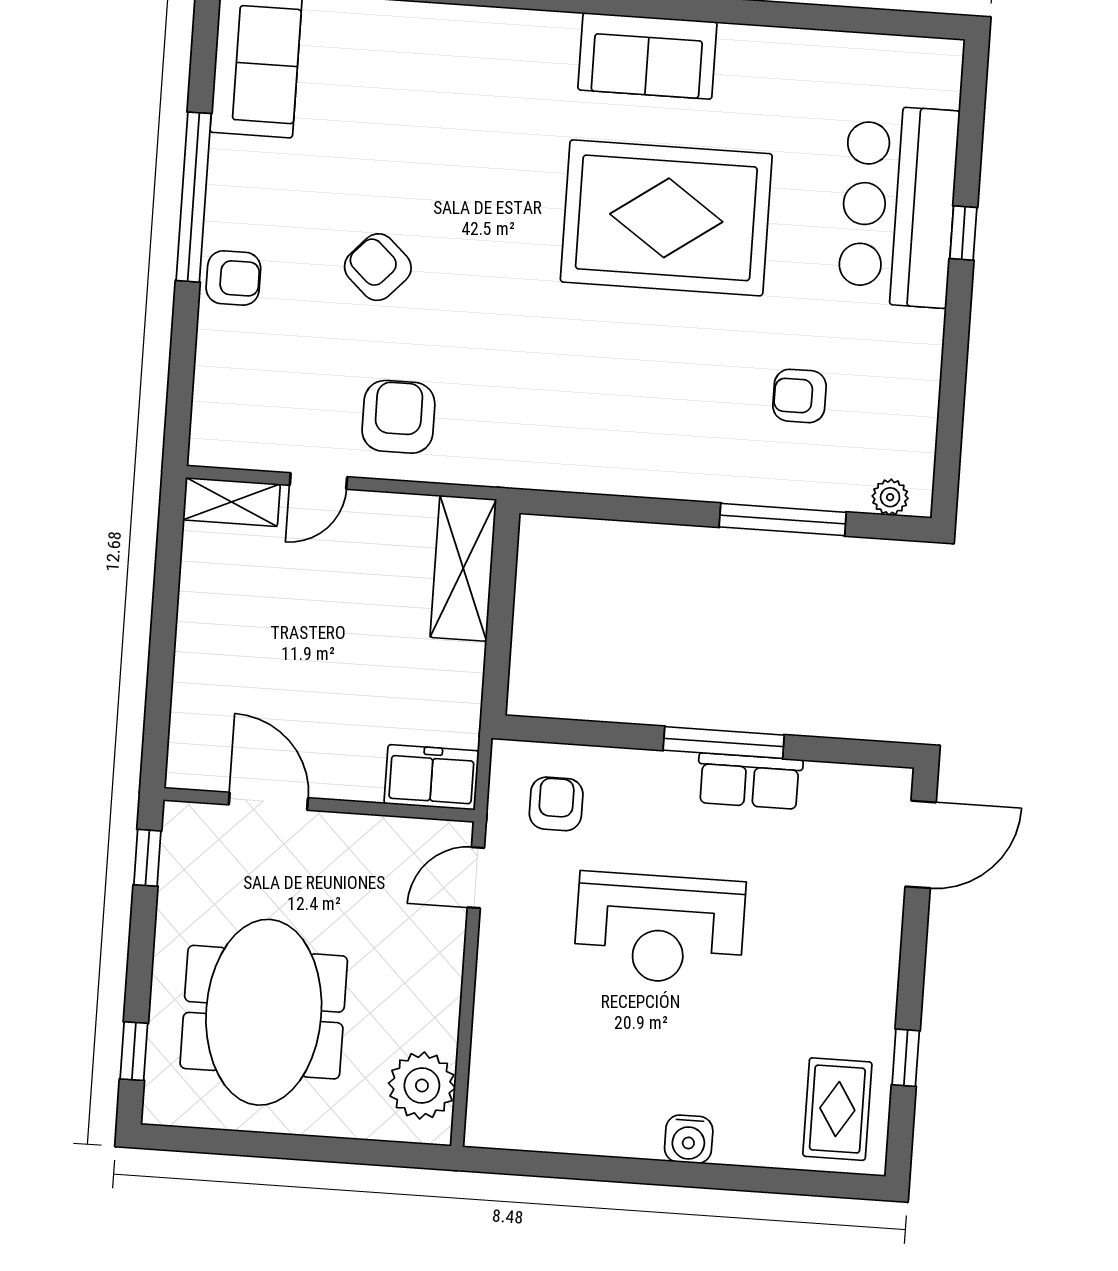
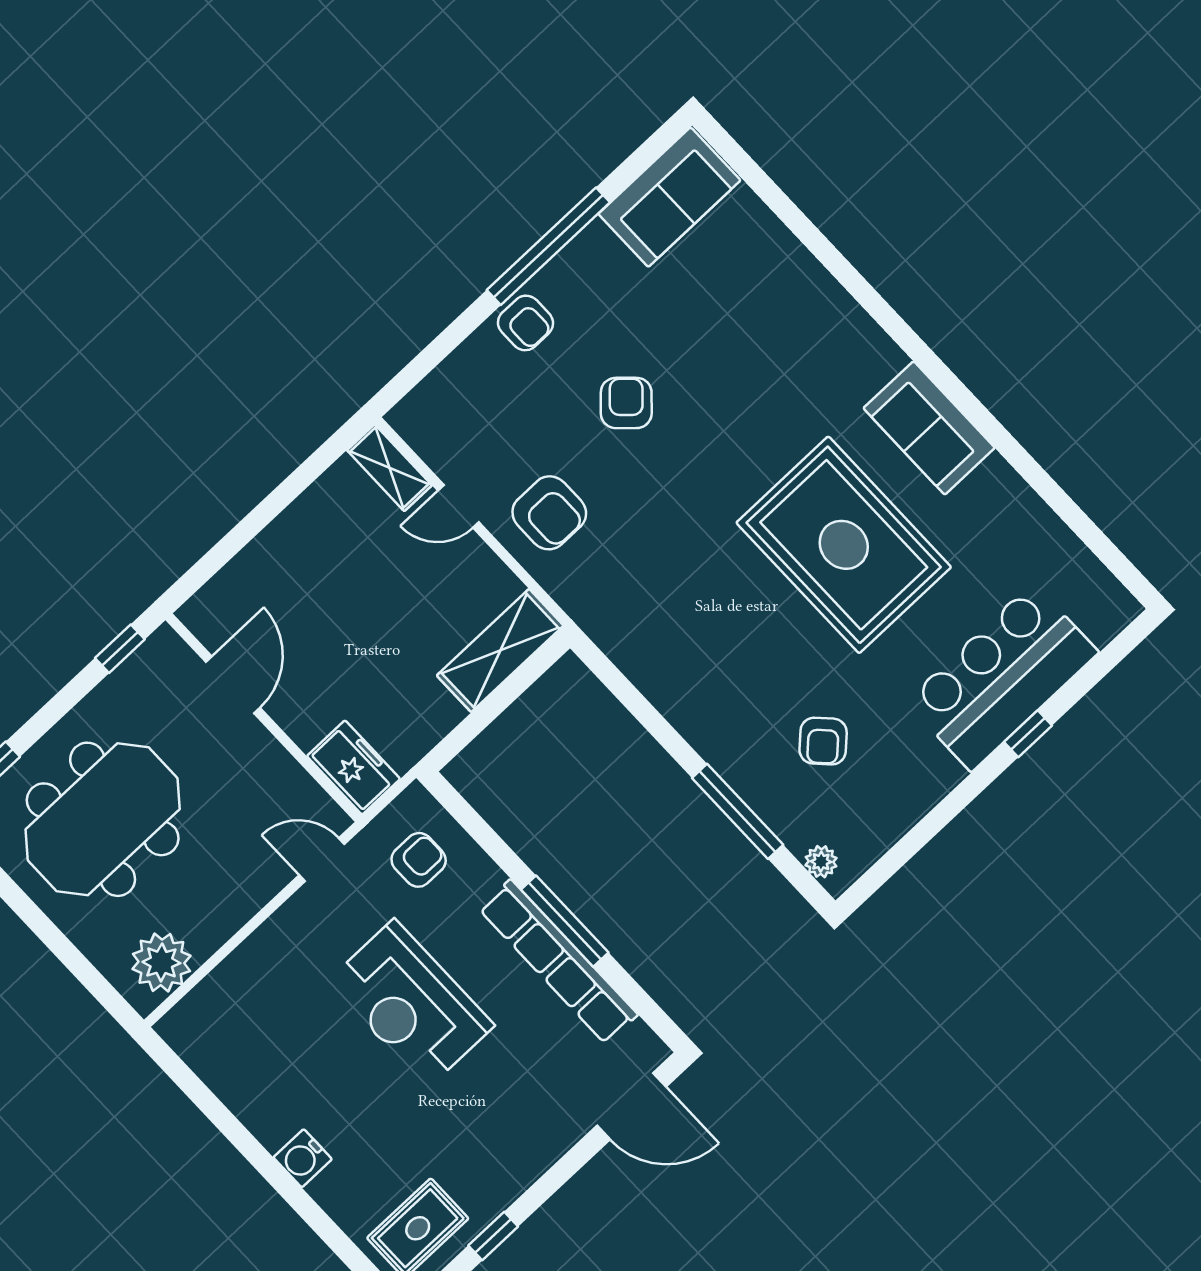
armchair: (800, 396) -> (823, 741), turned -134
armchair: (398, 417) -> (549, 513), turned 90
row of seats: (750, 781) -> (558, 962), width x2.02

